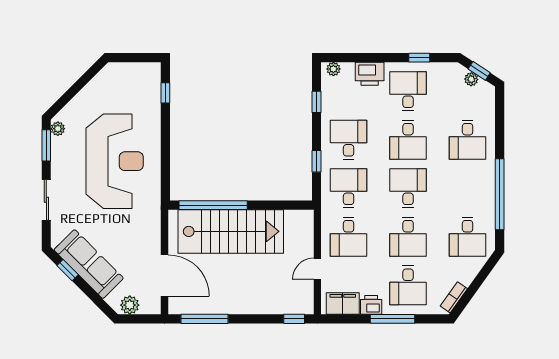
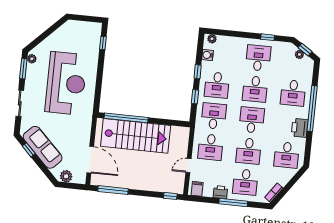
printer: (370, 74) -> (300, 128), moved, turned 90
water cooler: (329, 95) -> (208, 55), added
window: (316, 102) -> (198, 72), moved
desk: (349, 140) -> (217, 85), turned 180
window: (500, 194) -> (312, 108), moved
filing cabinet: (343, 303) -> (197, 189), width x0.50

